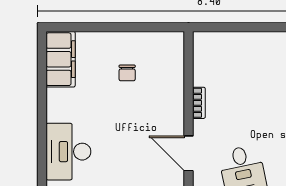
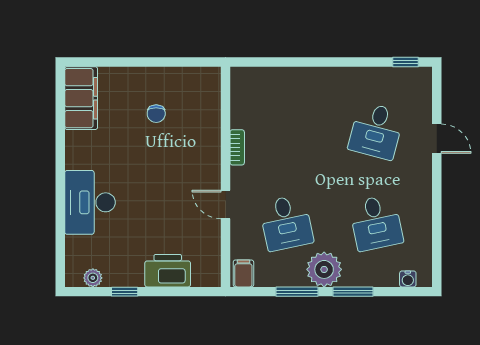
door: (189, 153) -> (226, 204), width x0.73

